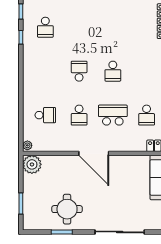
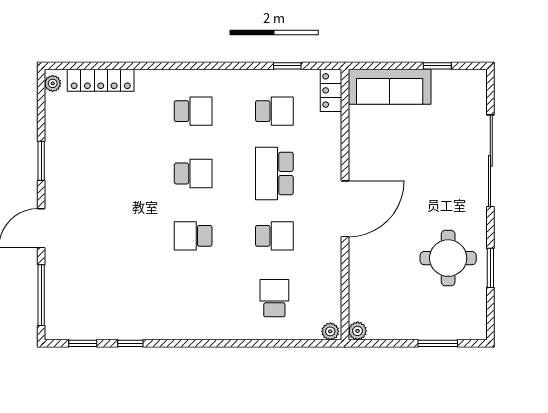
school desk: (45, 27) -> (193, 111), moved
plant: (32, 164) -> (358, 331), width x0.53, depth x0.53

